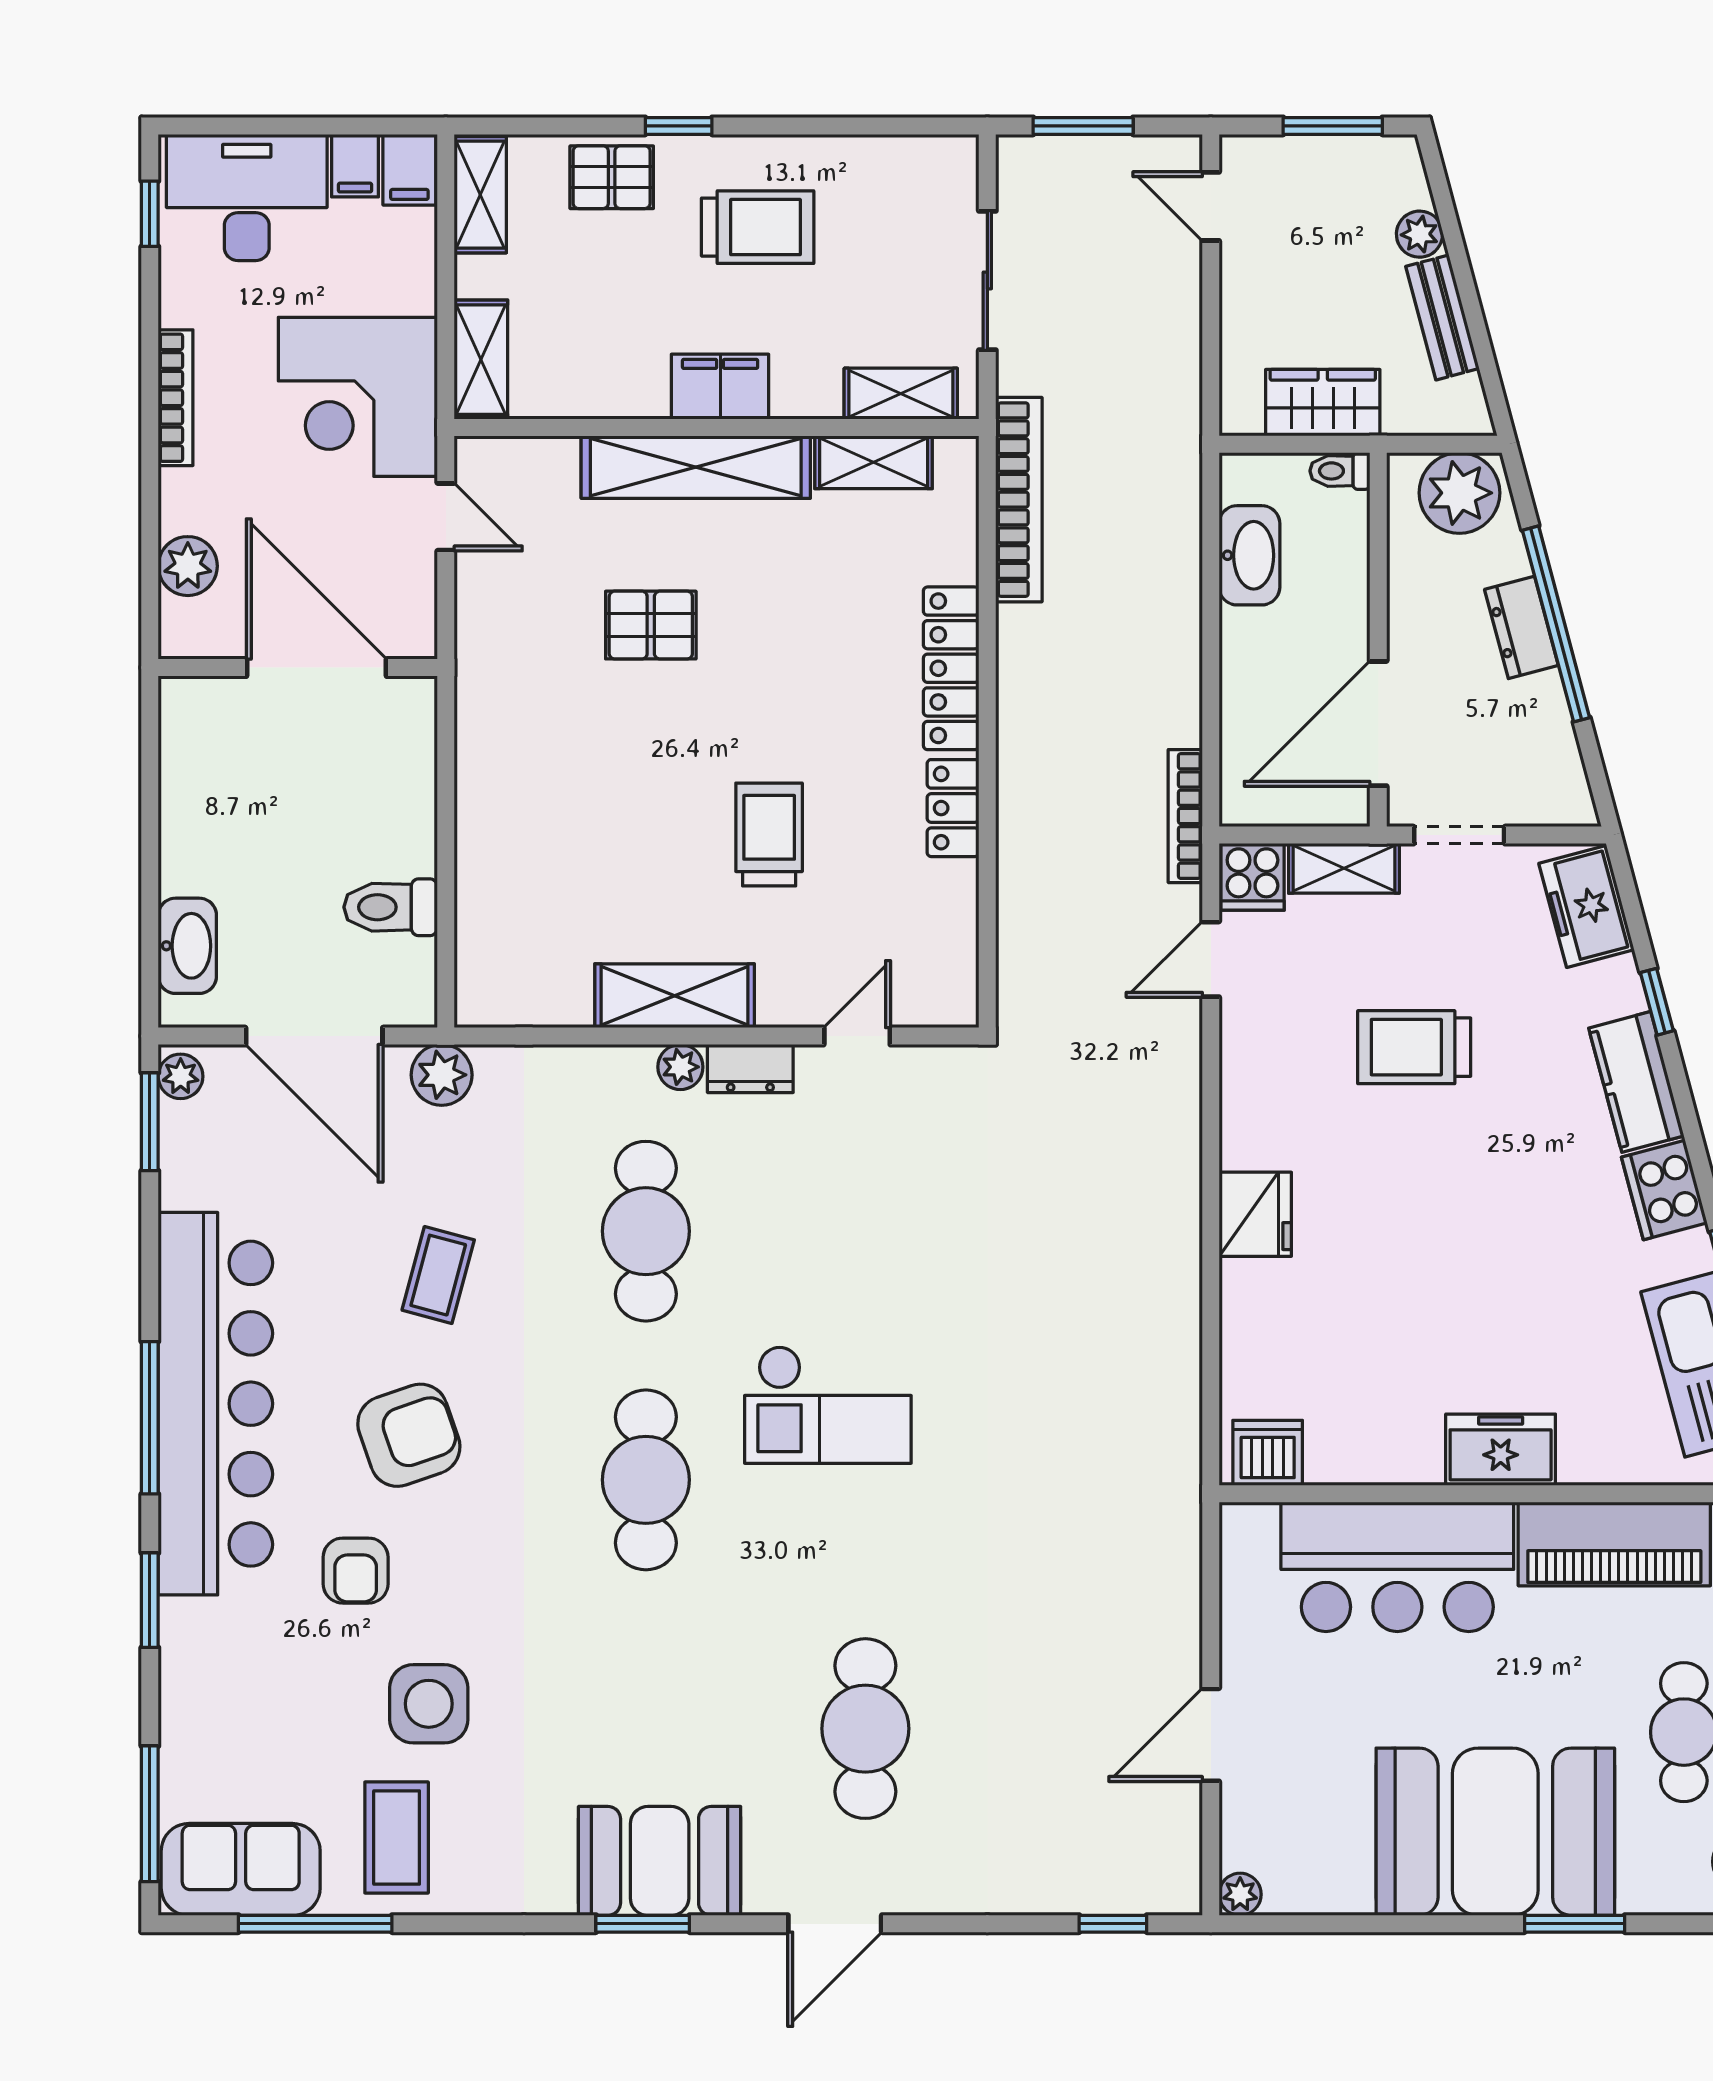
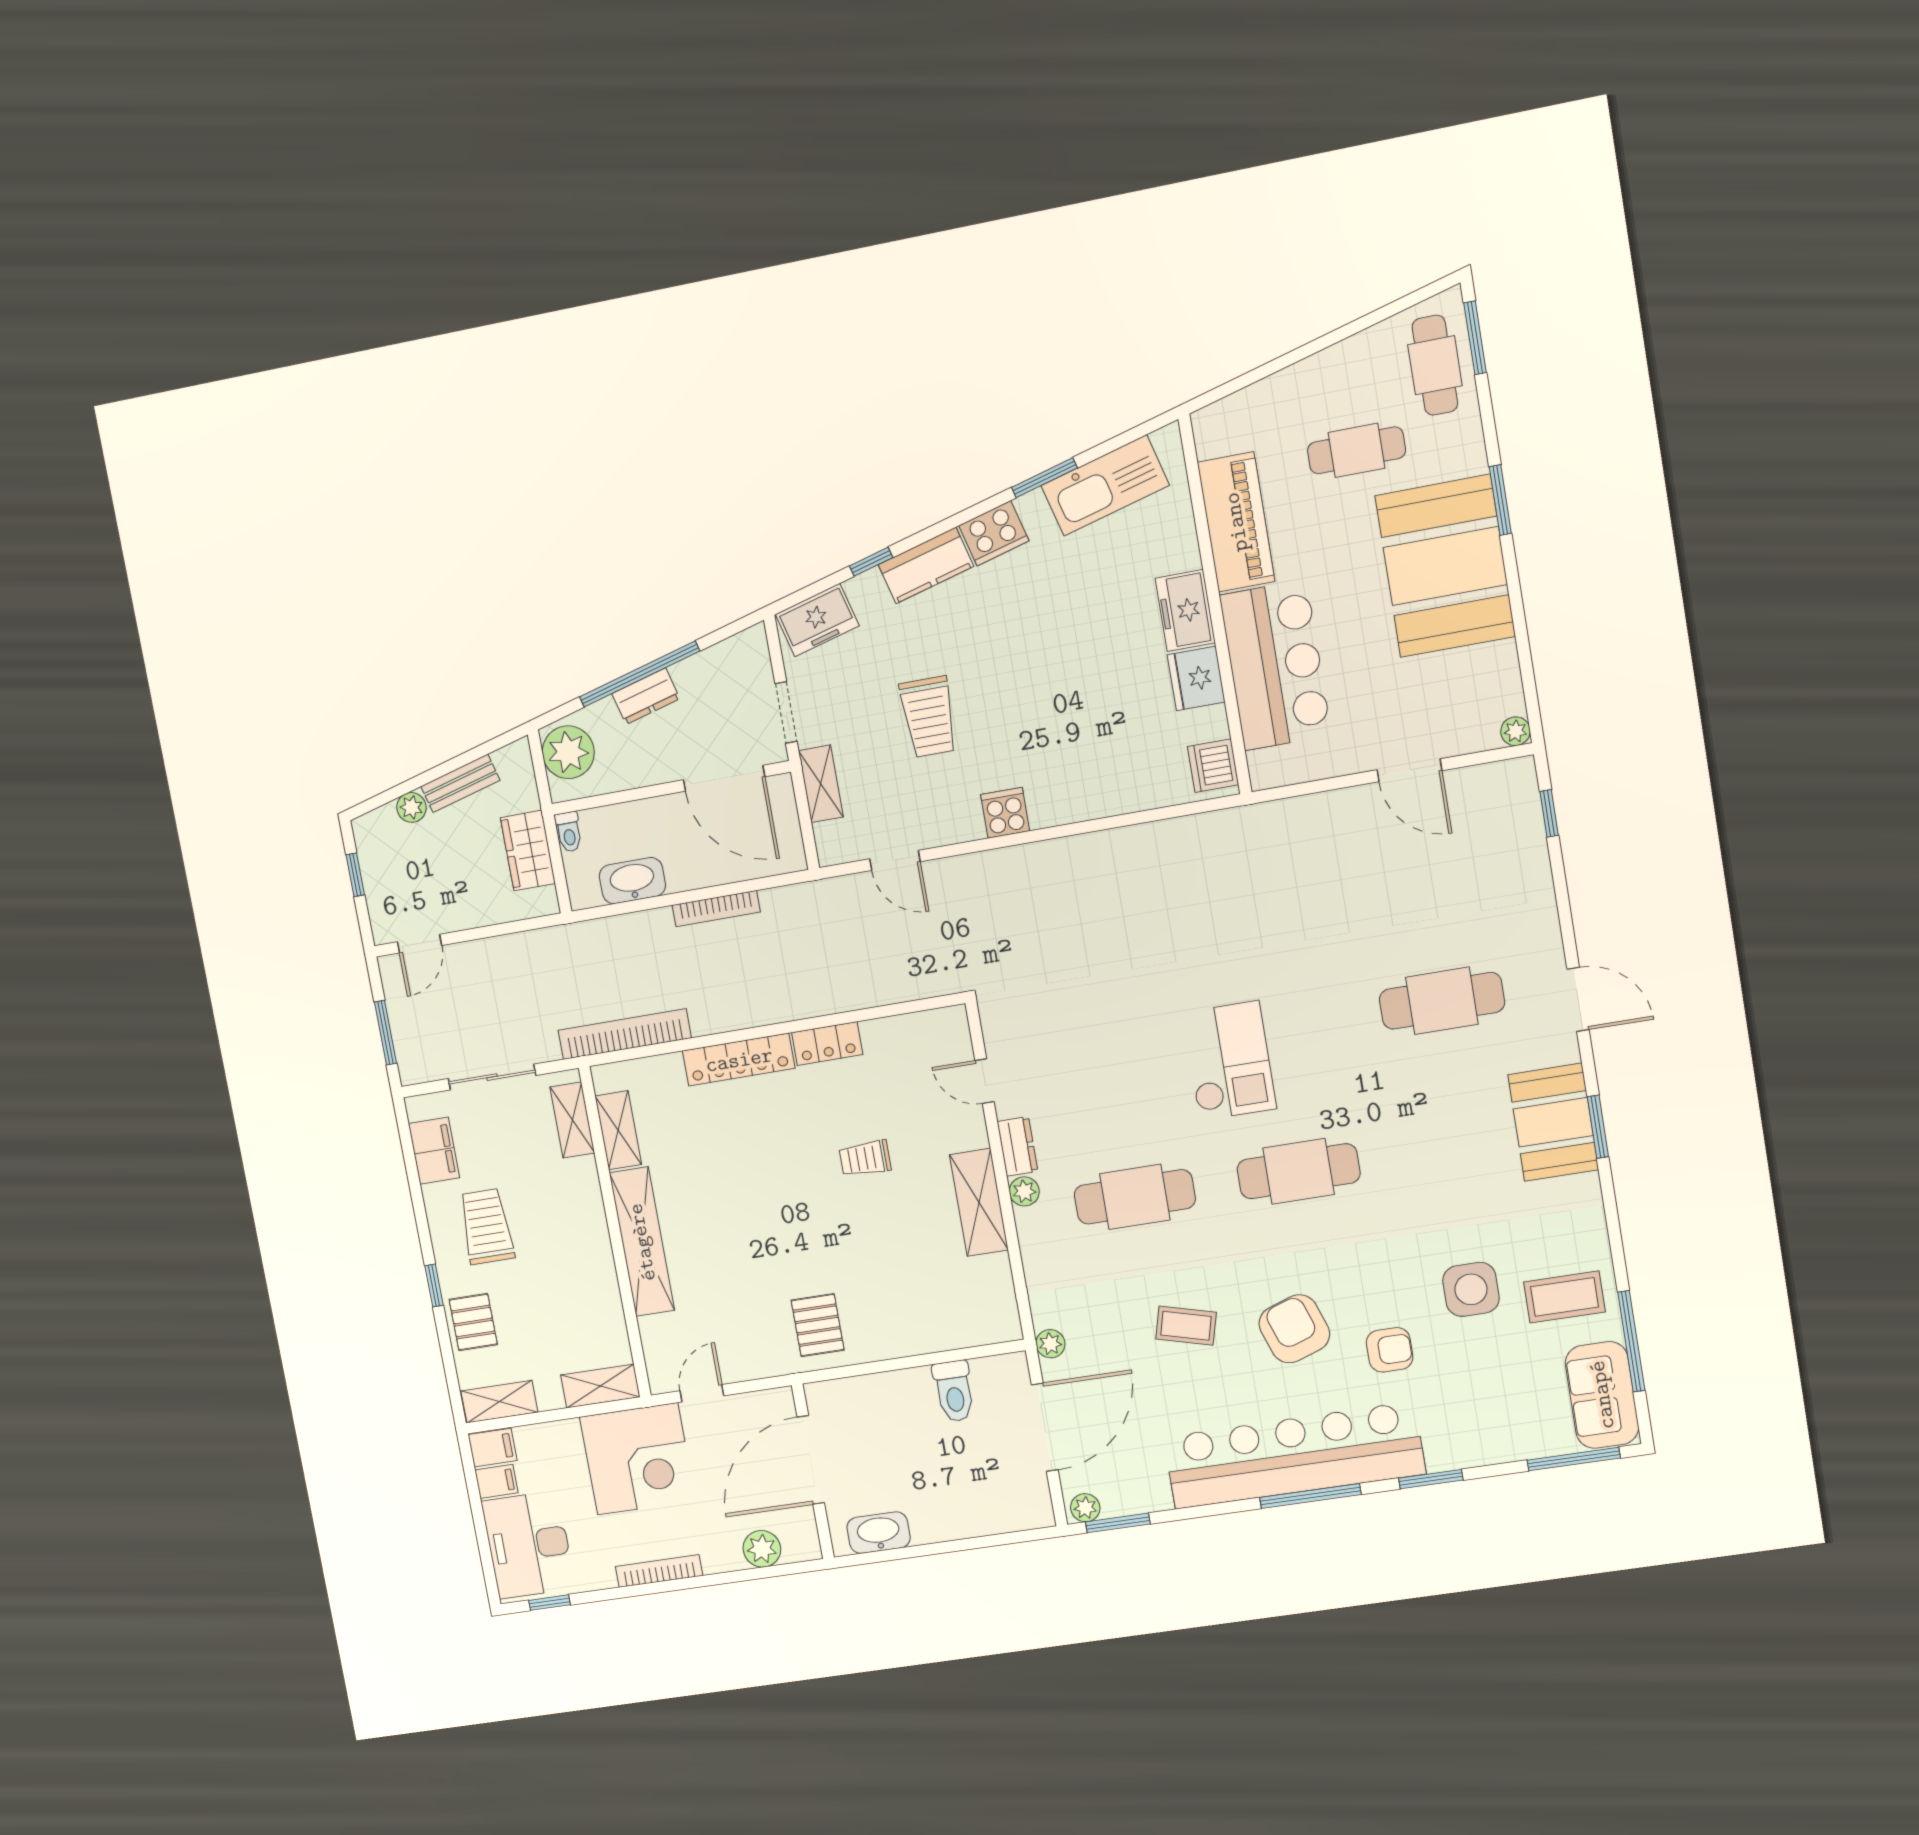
window: (1333, 126) -> (355, 875), width x0.67
filing cabinet: (720, 387) -> (434, 1151), moved, turned 180
pallet: (651, 625) -> (818, 1325), moved
bookcase: (1185, 816) -> (716, 909), moved
trolley: (769, 834) -> (865, 1158), width x0.73, depth x0.72
cooker: (1252, 877) -> (1005, 813), moved, turned -90
washbasin: (187, 946) -> (879, 1533), moved
plant: (442, 1075) -> (1050, 1344), width x0.73, depth x0.73
fridge: (1255, 1214) -> (1196, 678), moved, turned -90

